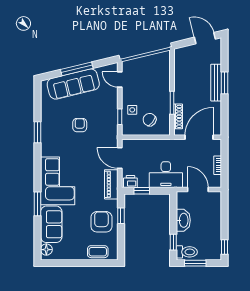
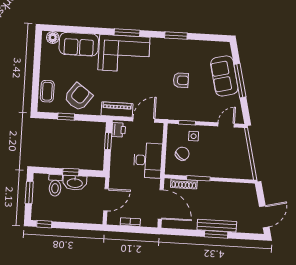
sofa: (73, 84) -> (224, 76), width x0.73
desk: (166, 175) -> (148, 160), moved, turned 180
window: (37, 204) -> (127, 33), moved
window: (121, 216) -> (66, 117), moved
armchair: (101, 222) -> (78, 97), turned -54
window: (173, 242) -> (71, 172), moved
toilet: (187, 252) -> (55, 185), moved

